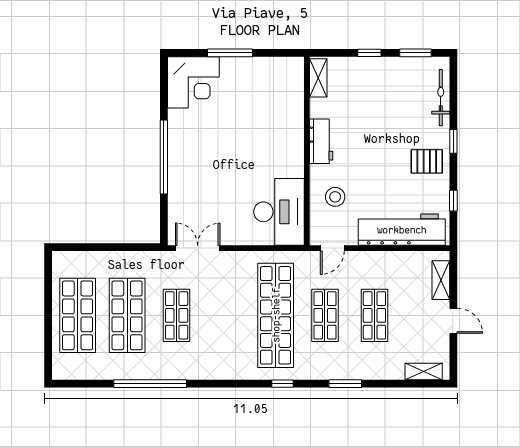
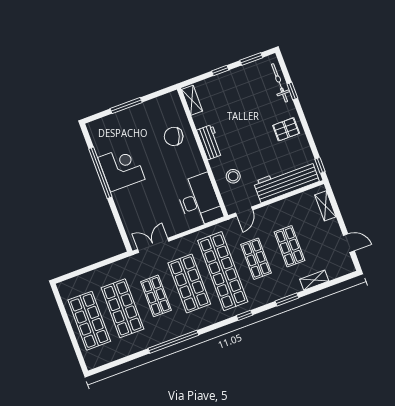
corner desk: (193, 82) -> (121, 168), moved, turned -90
chair: (277, 116) -> (174, 136), added
window: (453, 141) -> (292, 91), moved
window: (164, 157) -> (100, 173), moved
window: (453, 201) -> (320, 165), moved
shop shelf: (226, 315) -> (189, 284), added
door: (453, 321) -> (349, 243), moved
shelving: (424, 371) -> (314, 280), moved
window: (150, 384) -> (173, 342), moved

